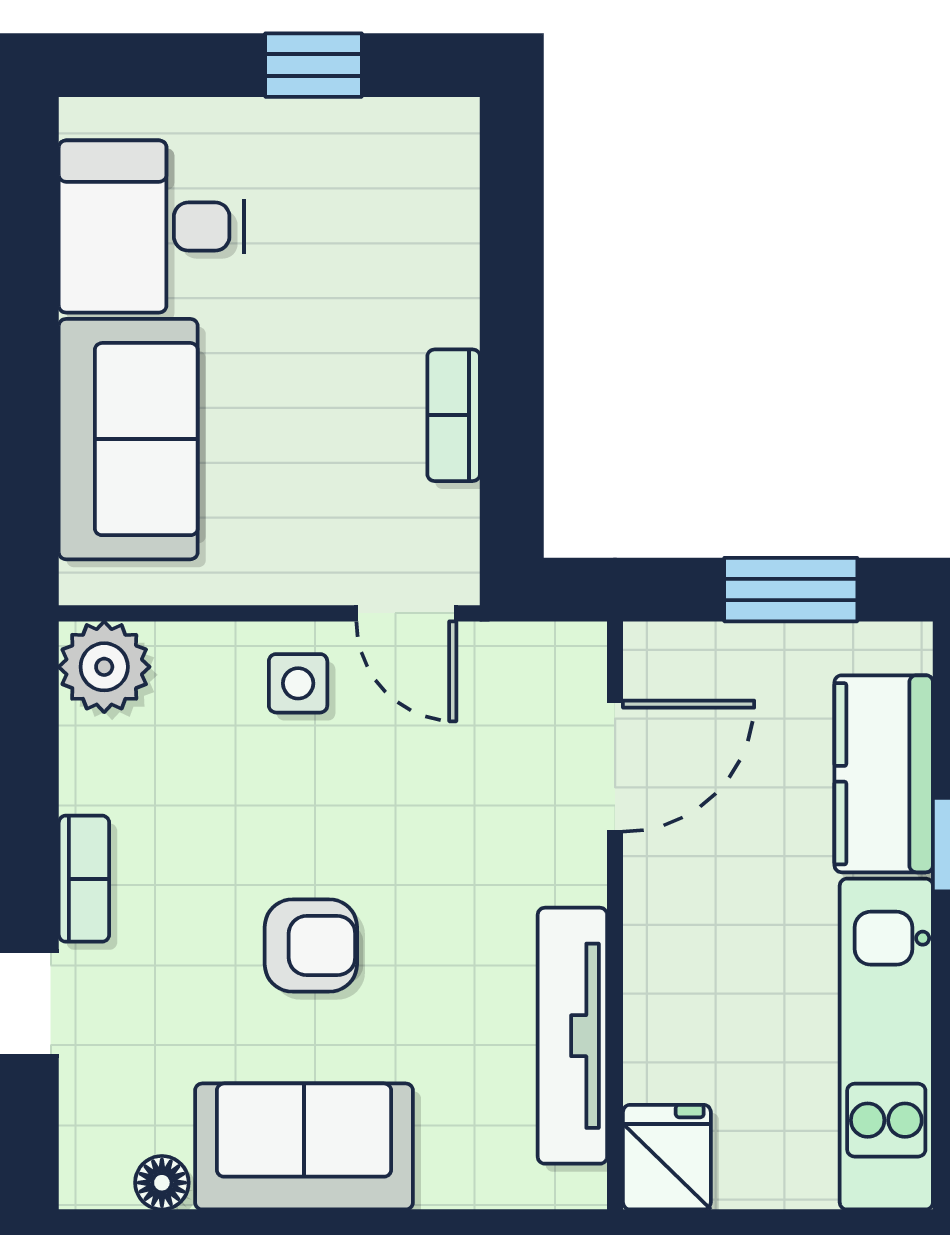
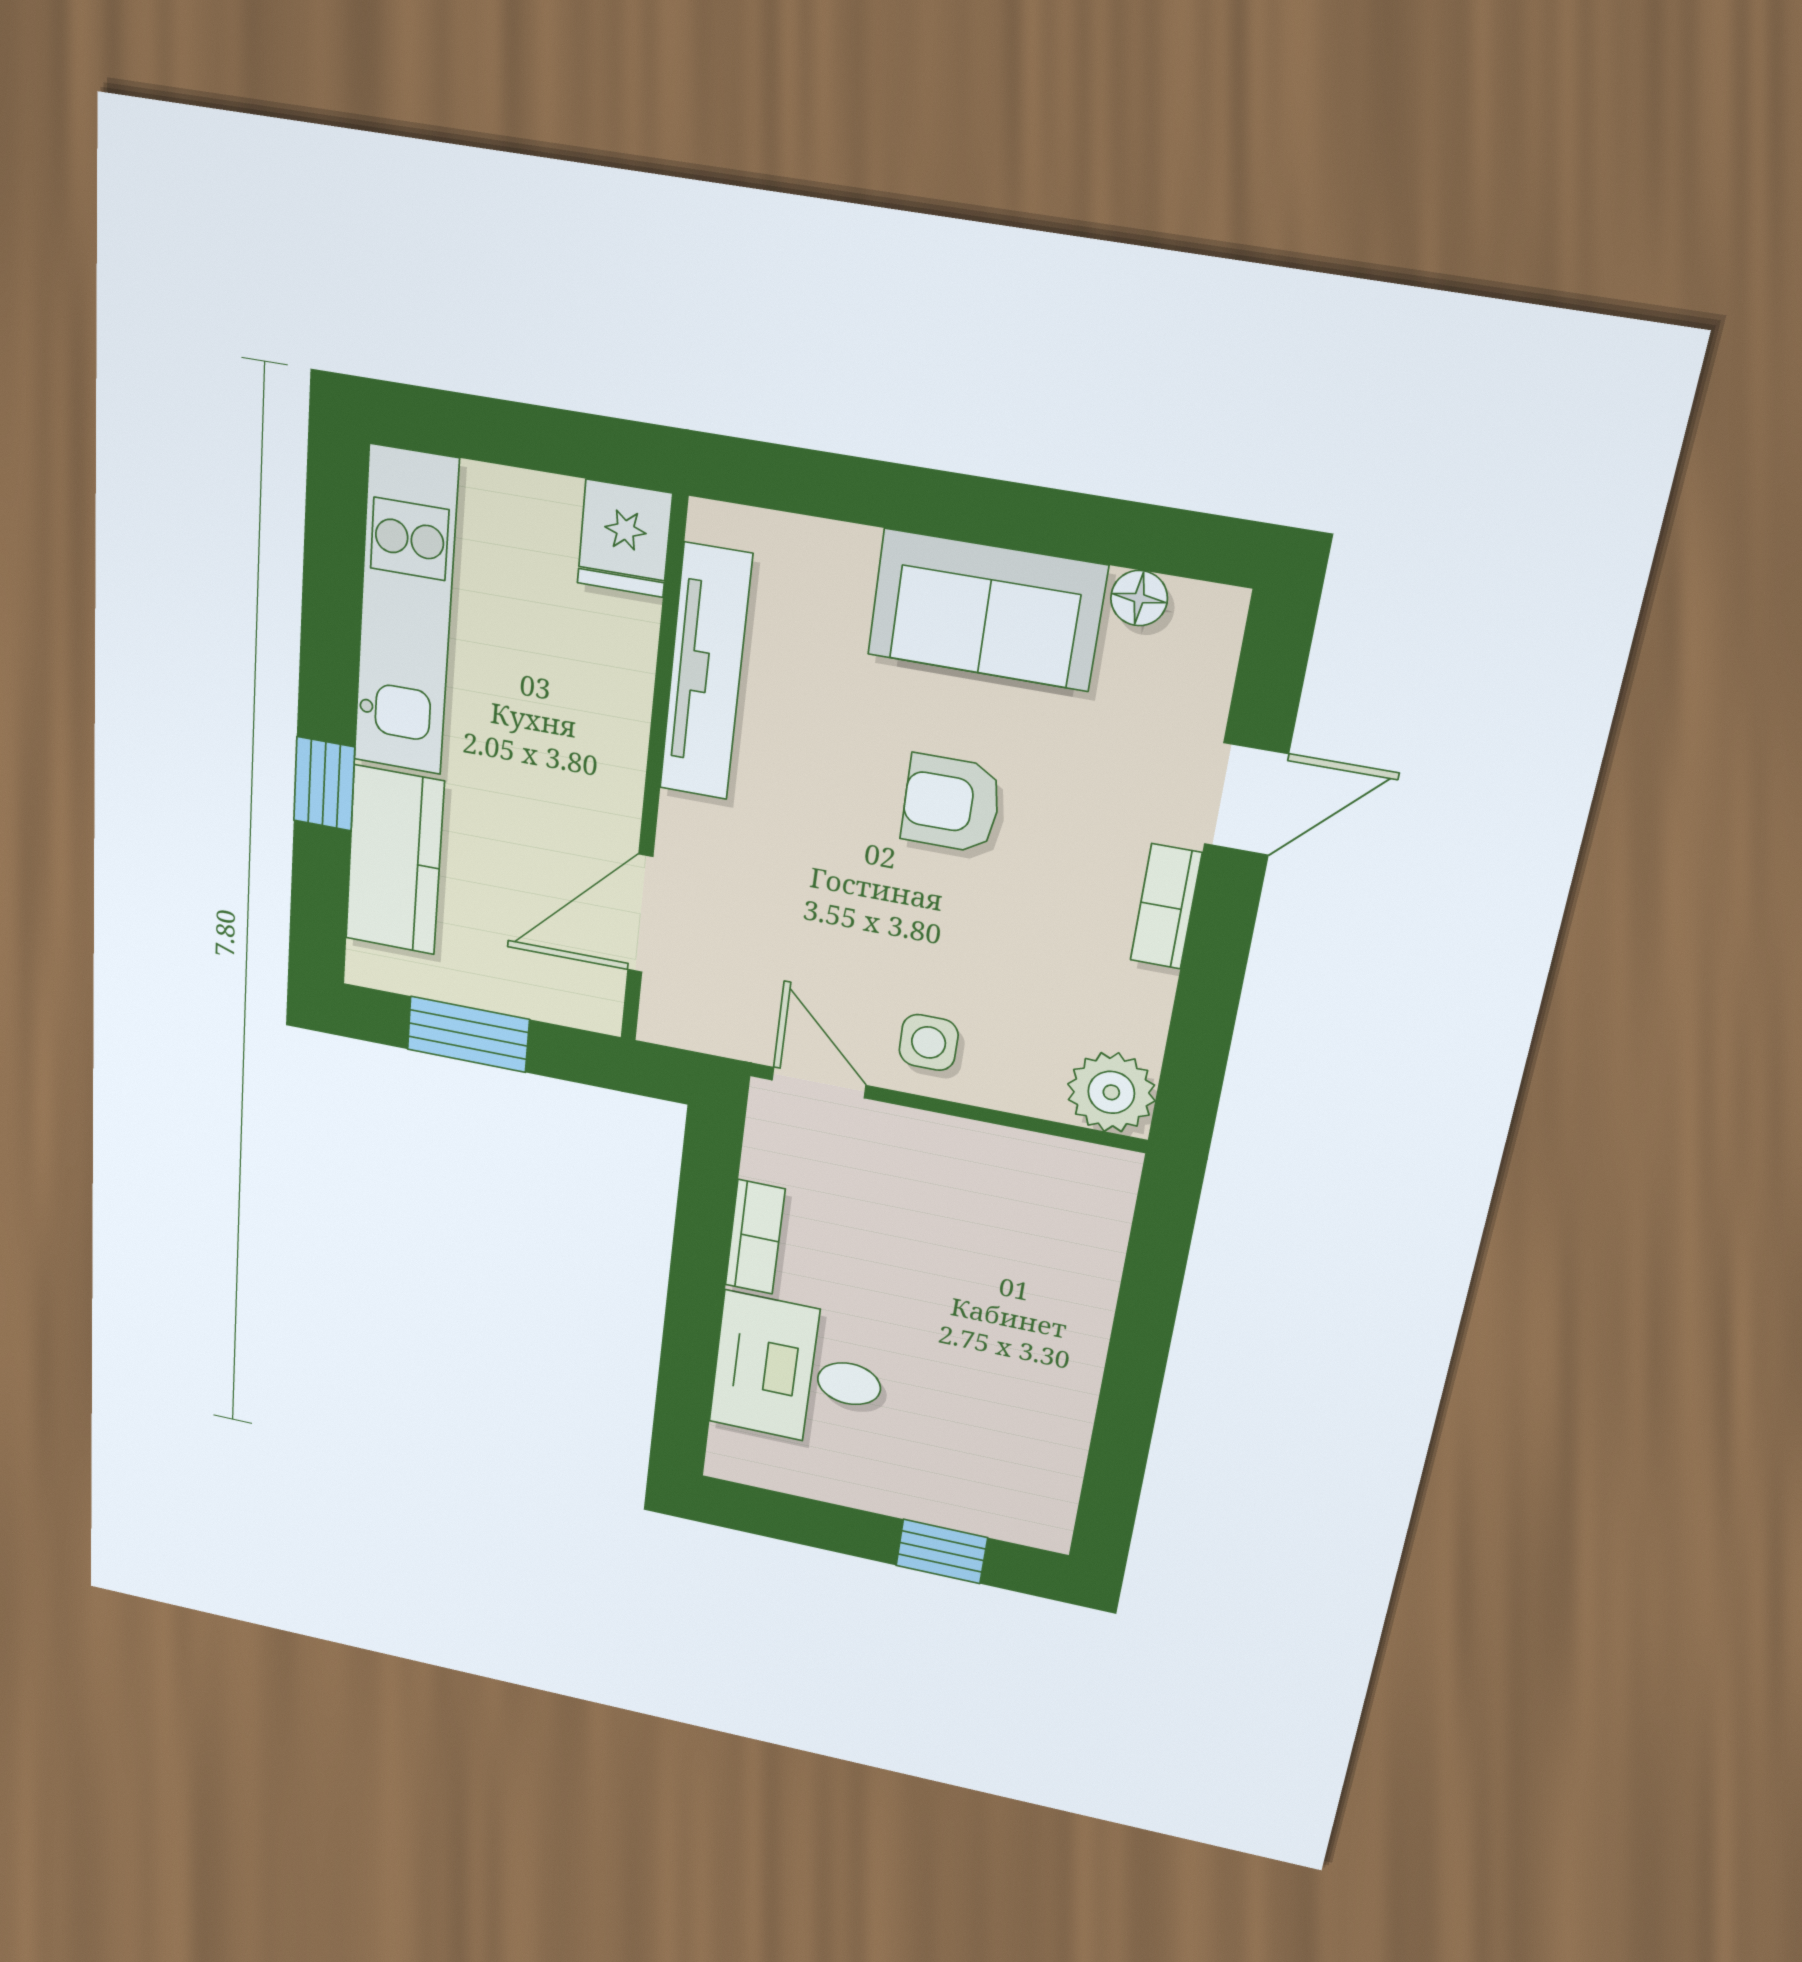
window: (314, 65) -> (942, 1551), moved
desk: (152, 227) -> (798, 1373), moved, turned 180
sofa: (128, 439) -> (1054, 1278), removed

